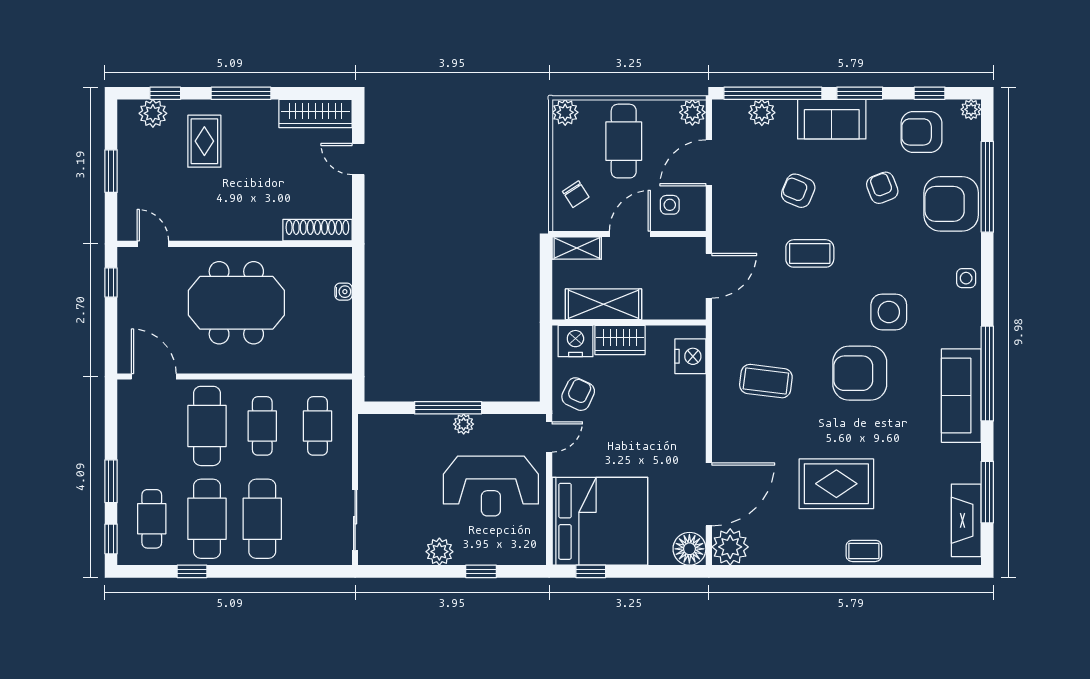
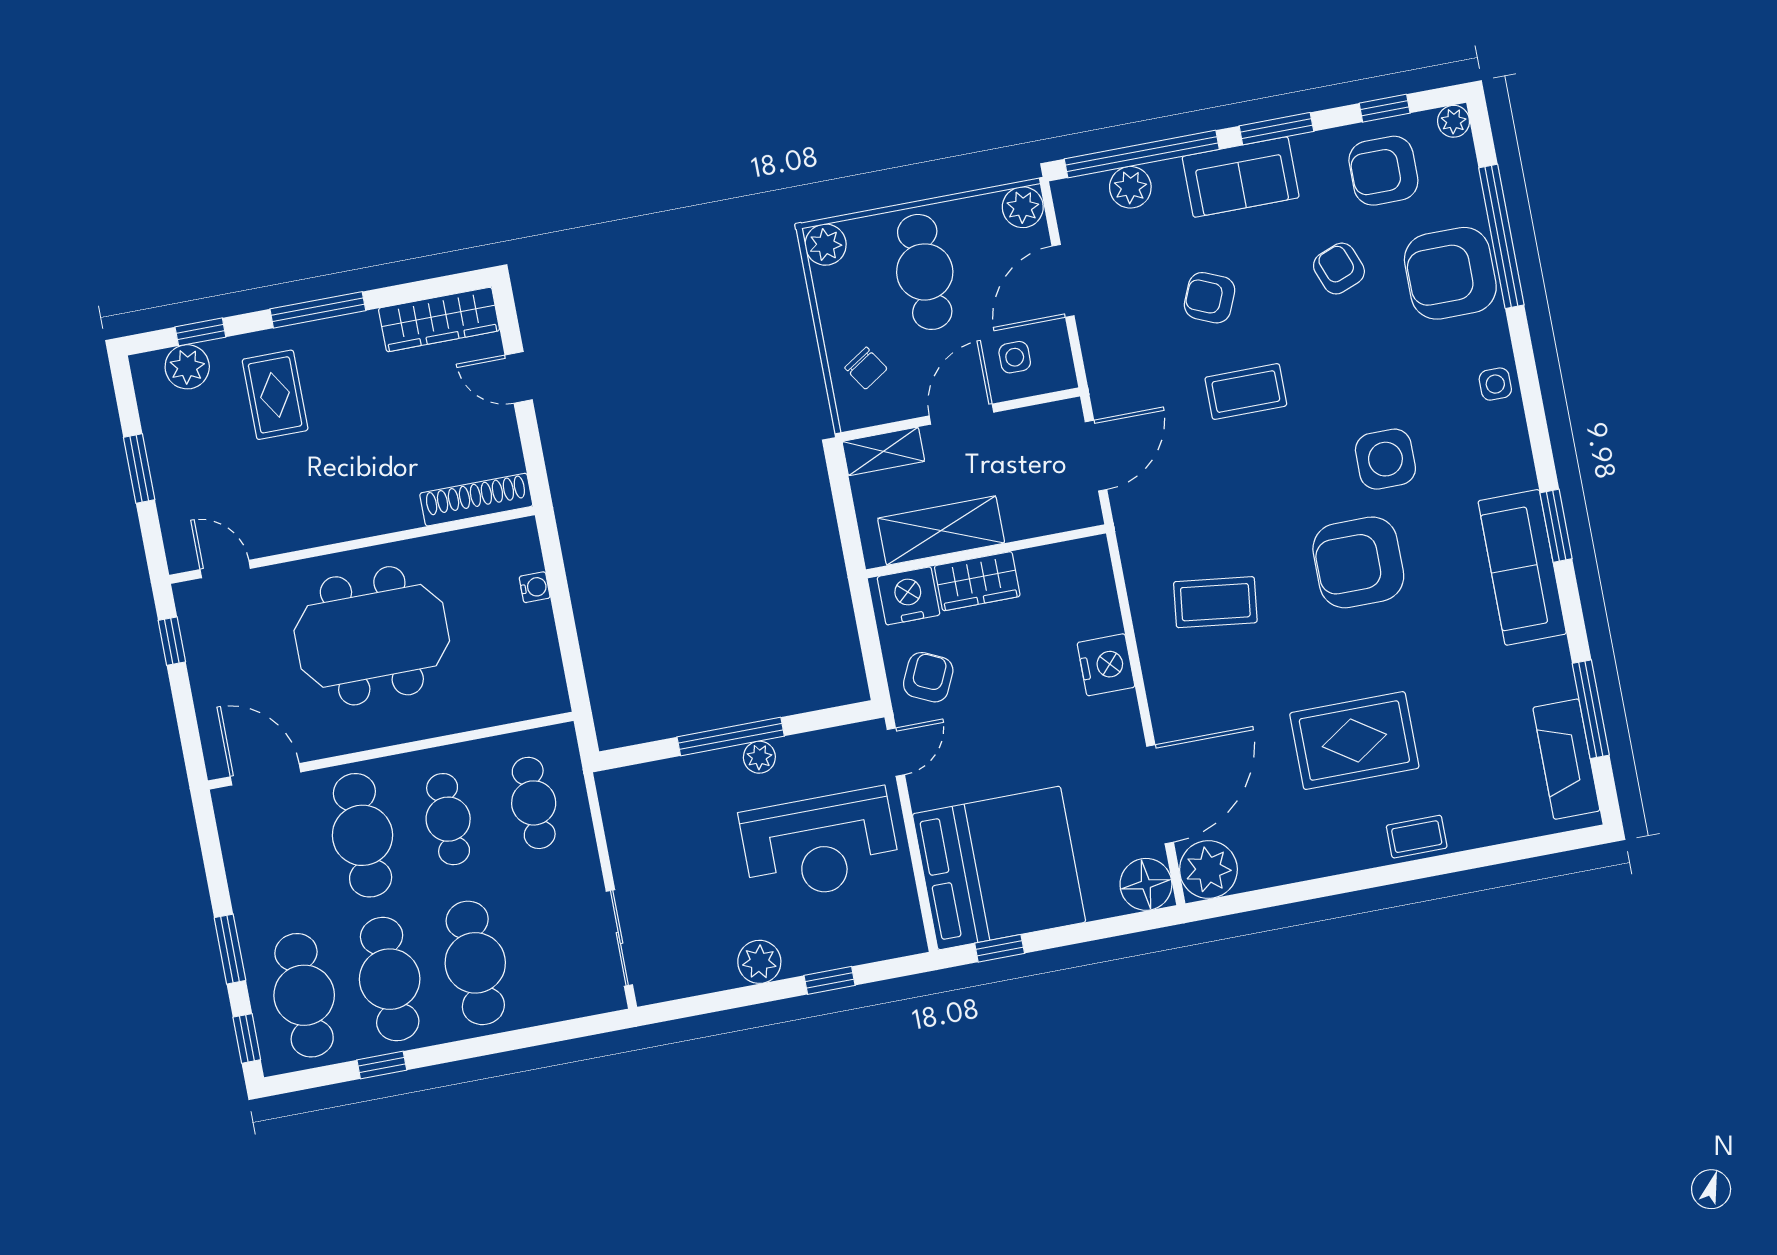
nightstand: (690, 356) -> (1106, 665), moved
window: (987, 374) -> (1556, 526), width x0.47
cafe table: (152, 519) -> (304, 995), width x1.37, depth x1.35

